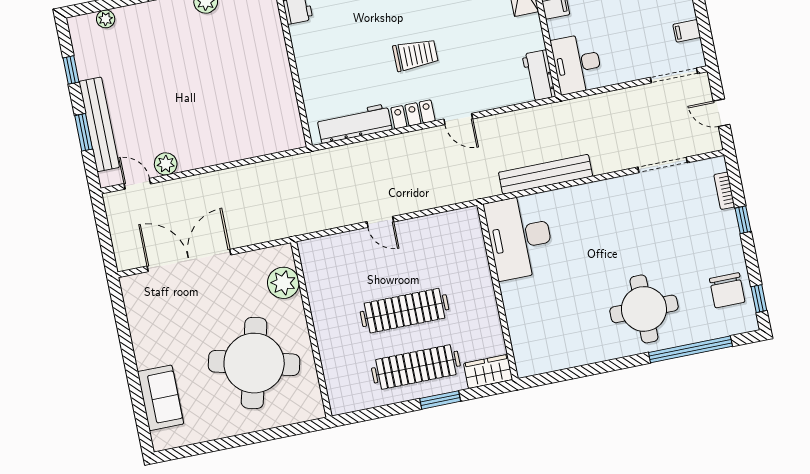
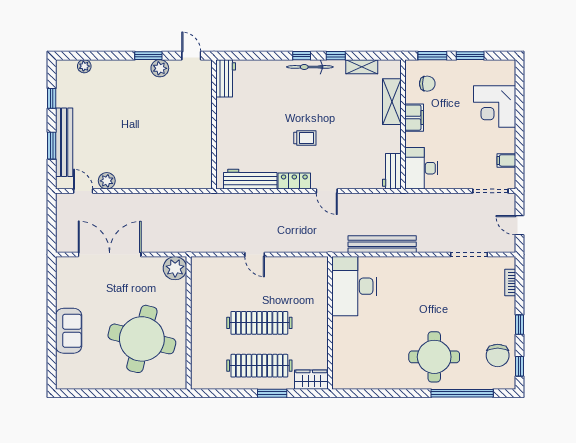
trolley: (415, 55) -> (305, 138), width x0.73, depth x0.72
window: (743, 220) -> (519, 325), moved
plant: (283, 283) -> (175, 268), moved
sofa: (160, 398) -> (69, 331), moved

